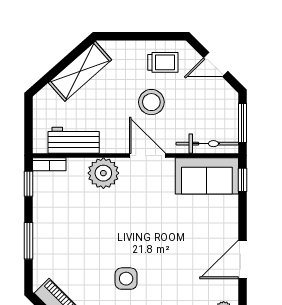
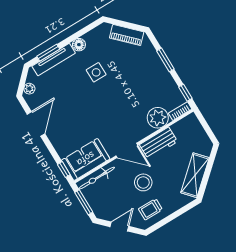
workbench: (74, 140) -> (158, 143), moved
plant: (103, 173) -> (158, 118), moved

